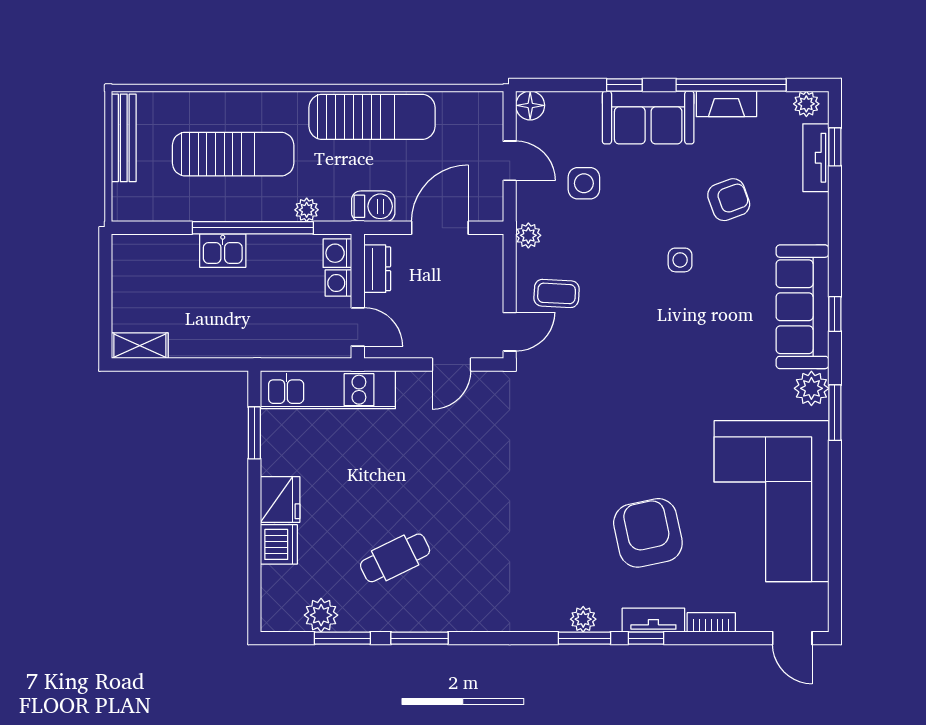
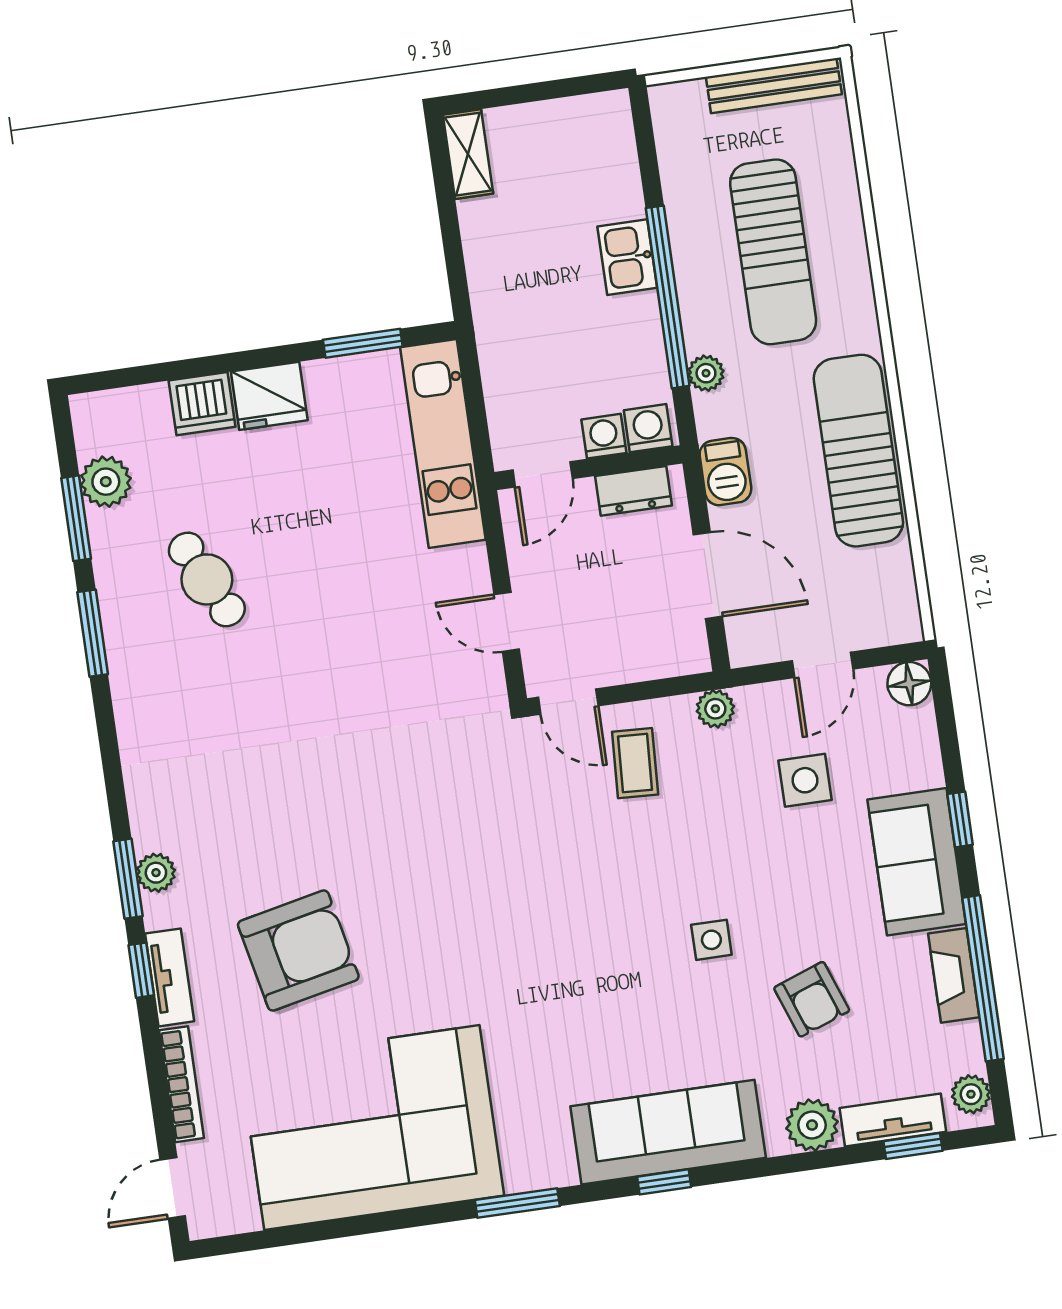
sun lounger: (372, 117) -> (858, 451), turned 180
plant: (811, 388) -> (812, 1125), moved
bookcase: (711, 622) -> (182, 1084), width x1.56

